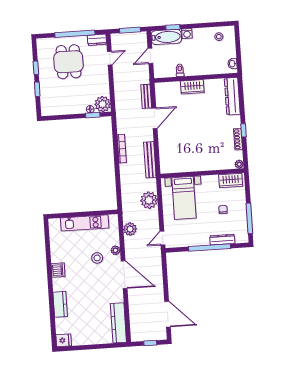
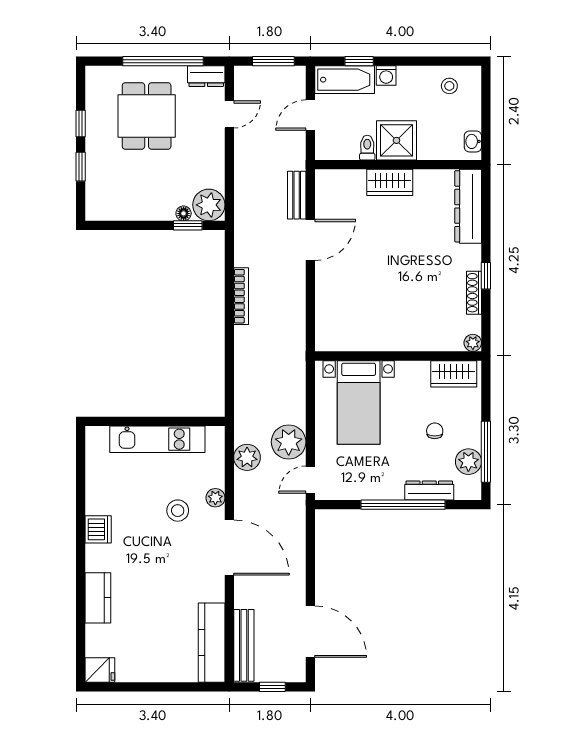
shower: (194, 66) -> (396, 140), added
bench: (150, 160) -> (244, 645), moved
plant: (149, 200) -> (289, 442), moved
plant: (241, 224) -> (468, 462), added

